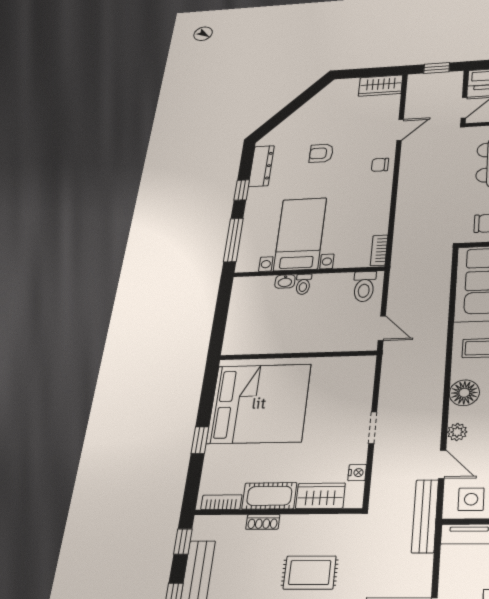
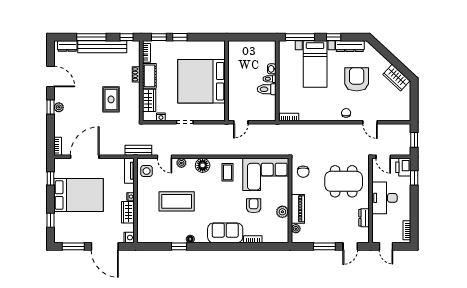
wardrobe: (381, 86) -> (396, 78), moved, turned -47
armchair: (321, 153) -> (357, 79), width x1.88, depth x1.88
bed with nightstands: (300, 234) -> (315, 64), moved, turned 90
toilet: (364, 287) -> (267, 89), moved
bed: (259, 404) -> (201, 81), moved, turned 90
door: (442, 464) -> (165, 157), hinge flipped
window: (193, 479) -> (159, 37), added
bench: (425, 516) -> (138, 150), width x0.73

